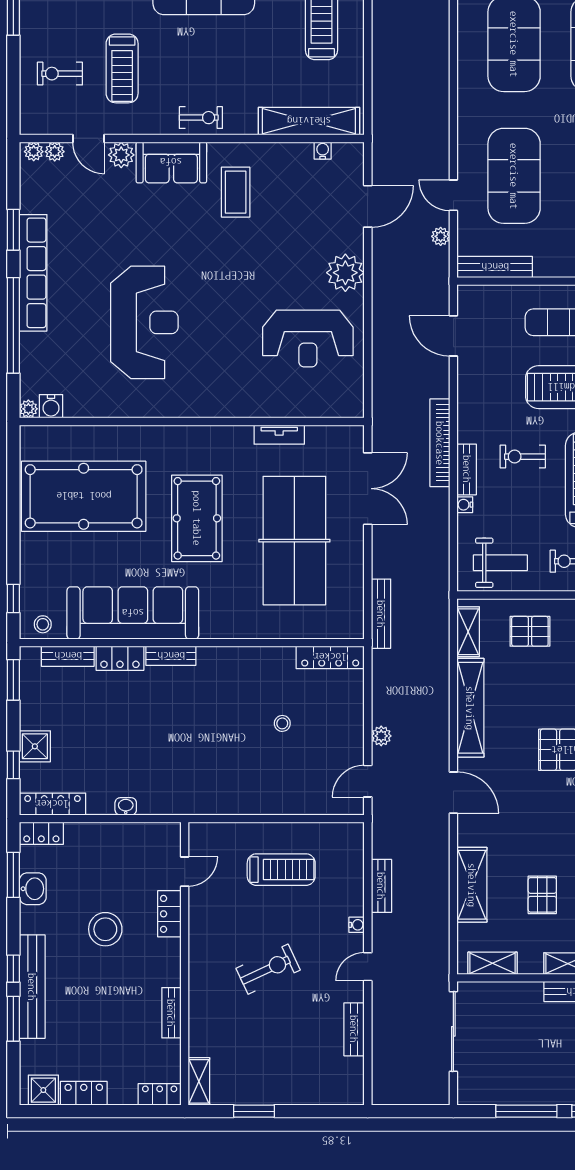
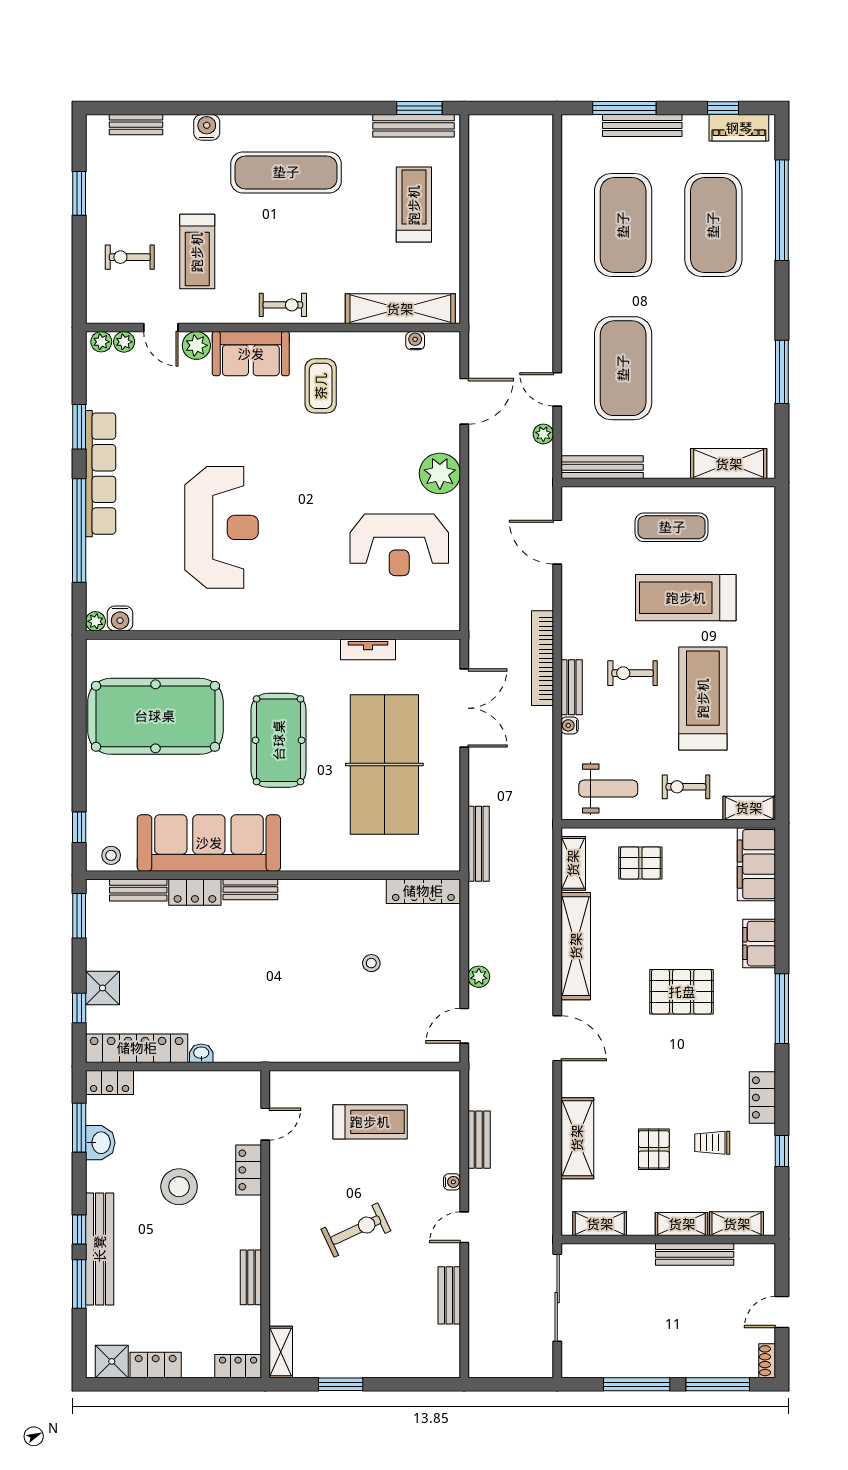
locker: (52, 804) -> (137, 1048), width x1.41, depth x1.21

